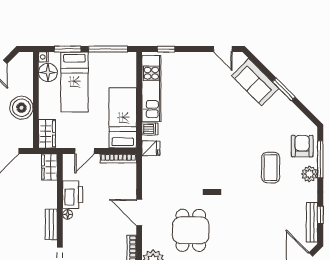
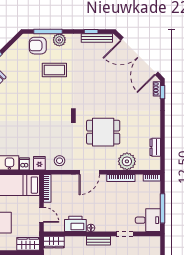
stool: (154, 174) -> (60, 161), added

